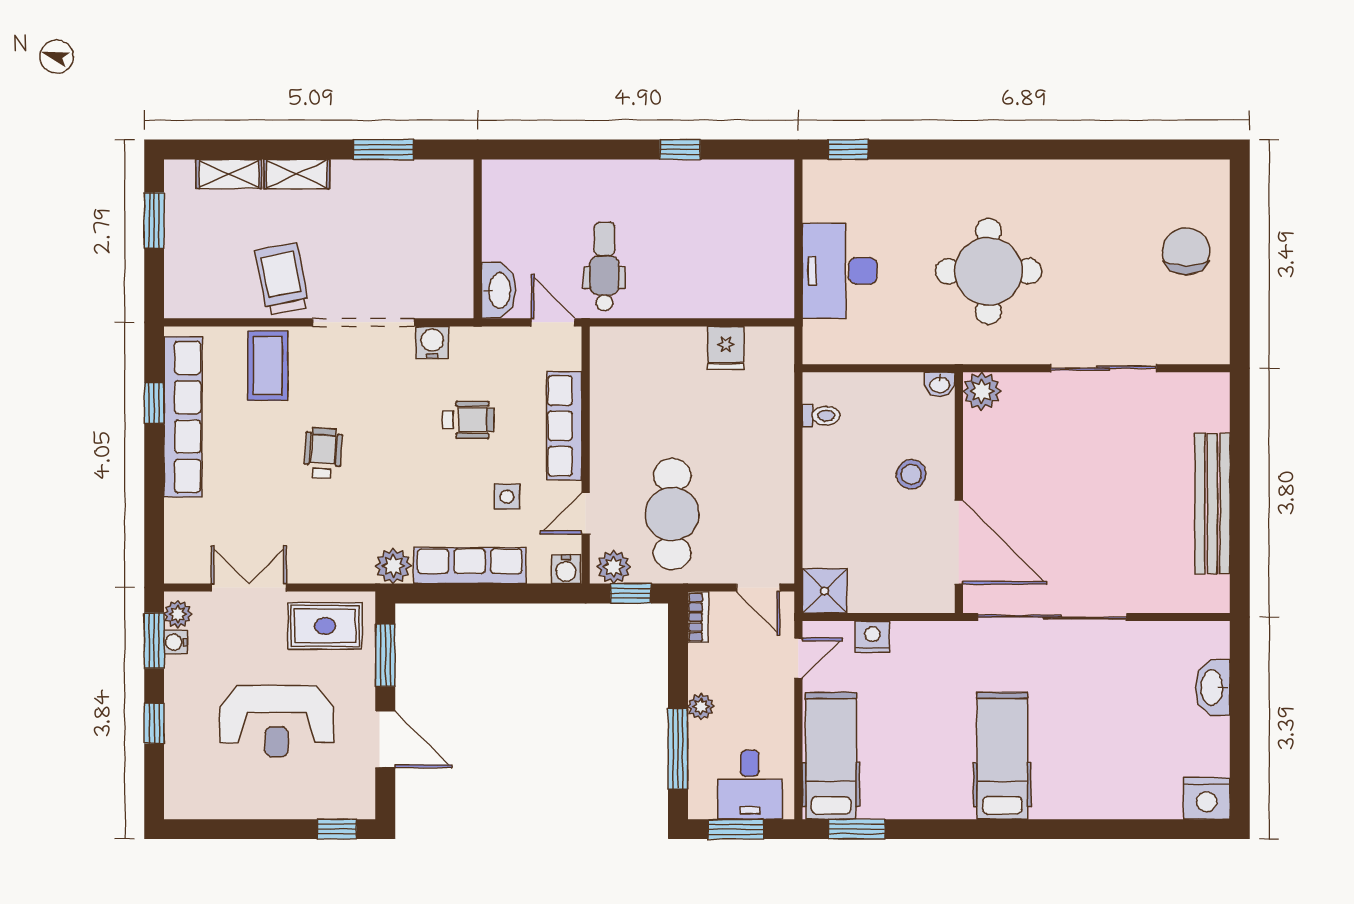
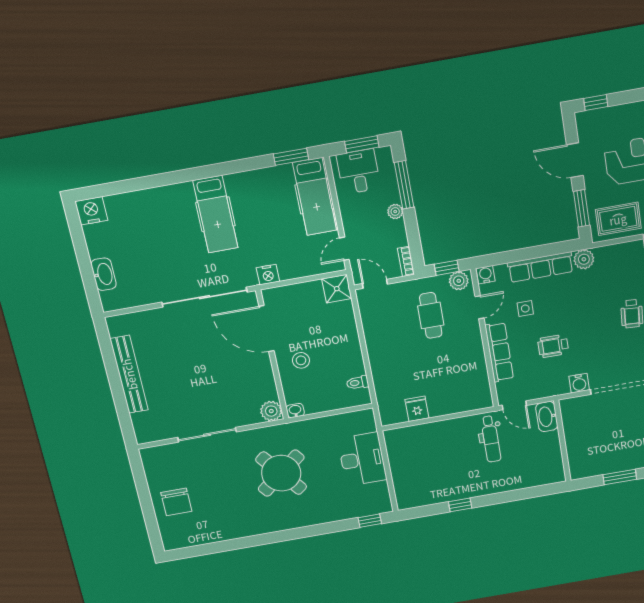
round table: (988, 271) -> (281, 473), turned -38
cafe table: (672, 514) -> (431, 315), width x0.73, depth x0.74
nightstand: (872, 637) -> (268, 275), moved

